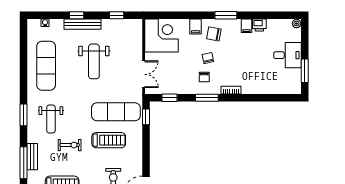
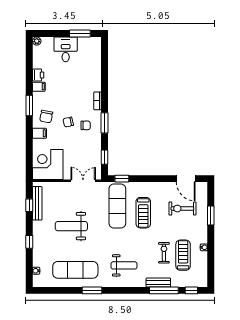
bench: (83, 24) -> (37, 203), moved
weight bench: (94, 61) -> (71, 226), turned 180
window: (24, 115) -> (92, 290), moved
treadmill: (109, 140) -> (143, 213), turned 180
exercise bike: (70, 145) -> (164, 253), moved

